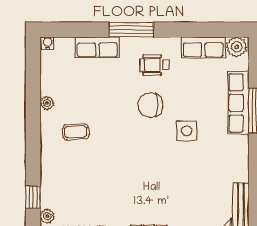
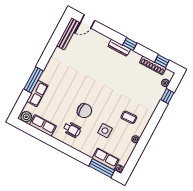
window: (131, 30) -> (102, 168), moved
row of seats: (97, 47) -> (106, 159), moved
row of seats: (239, 103) -> (37, 94), width x0.68
side table: (187, 131) -> (105, 131), moved

